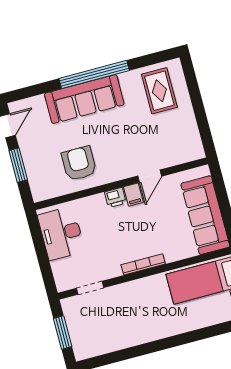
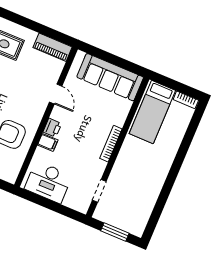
piano: (191, 139) -> (53, 47), added
filing cabinet: (133, 195) -> (48, 142), moved

